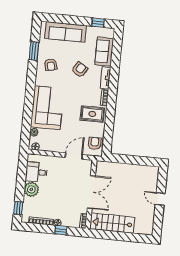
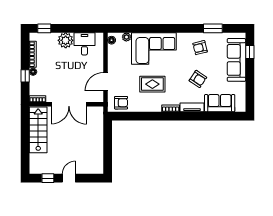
window: (98, 23) -> (250, 52), moved
rug: (92, 114) -> (152, 84), moved, turned 90
door: (74, 156) -> (105, 82), swing flipped
window: (158, 219) -> (48, 178), added

